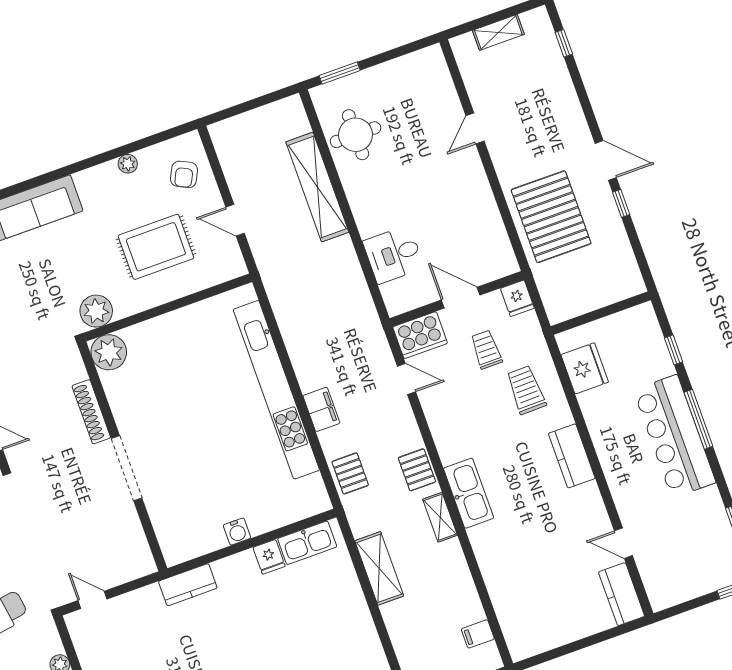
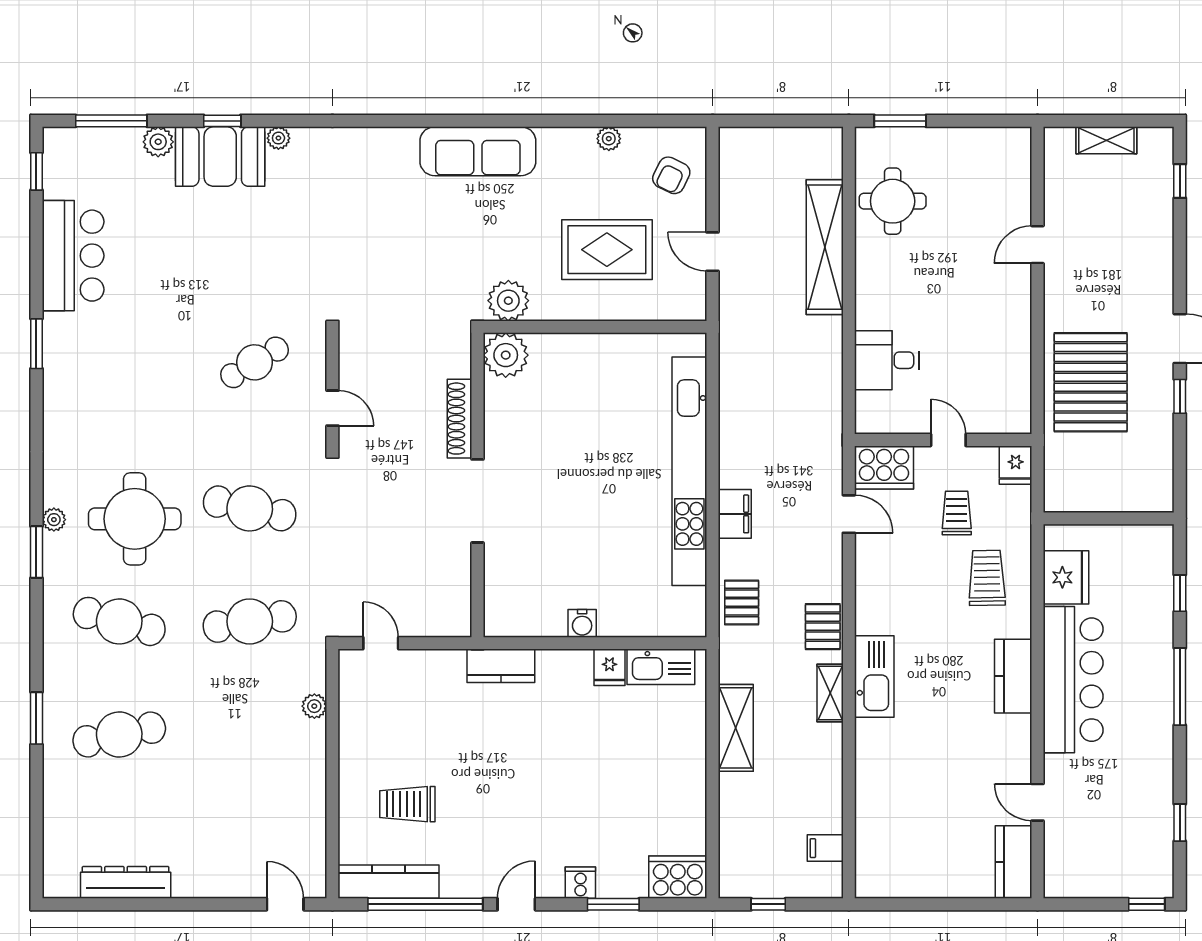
door: (461, 298) -> (948, 440), width x0.73
bar counter: (675, 436) -> (1073, 680), moved, turned 180

